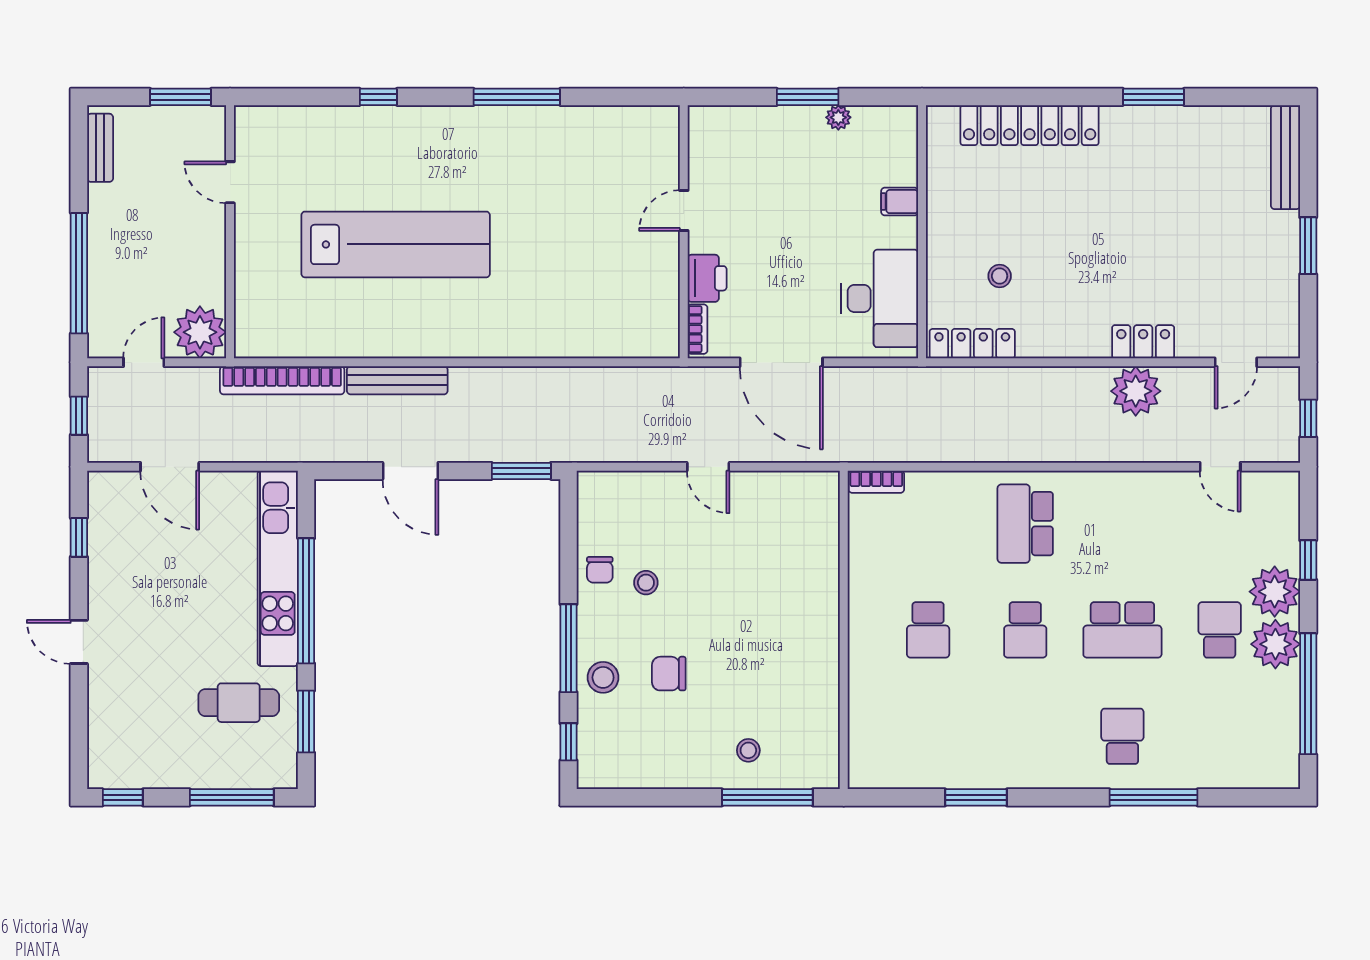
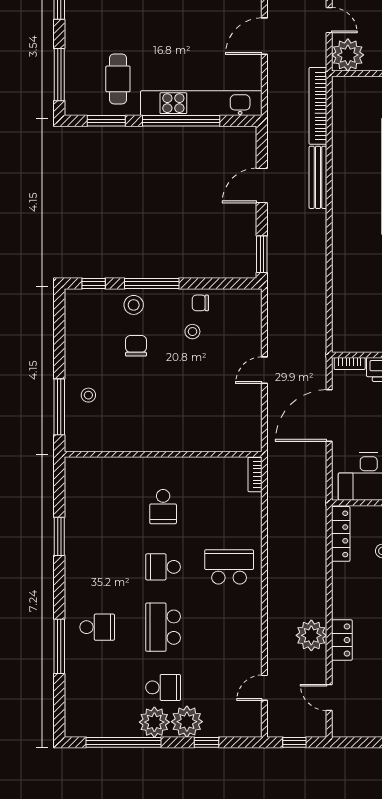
school desk: (928, 630) -> (163, 507), turned -90

